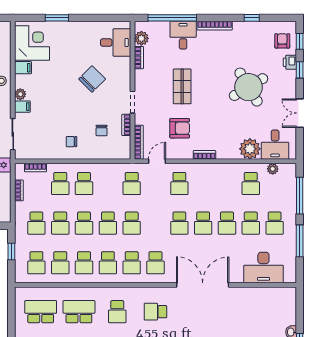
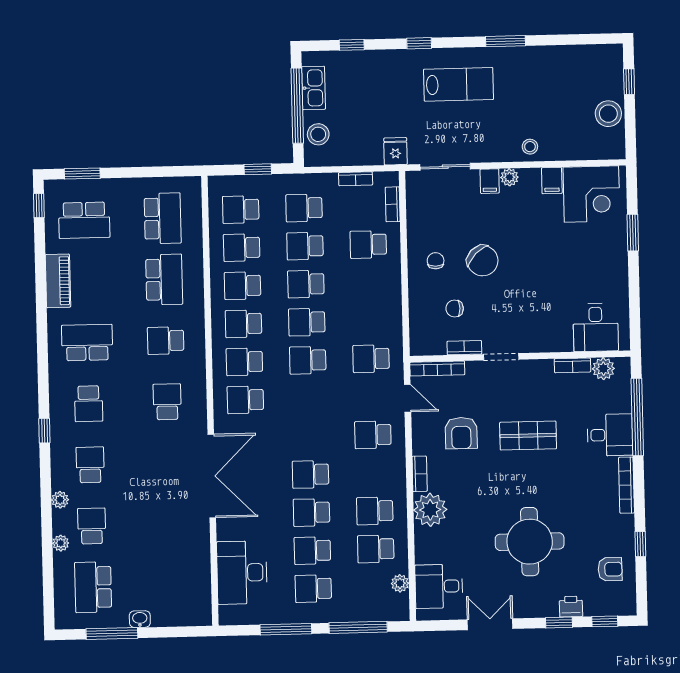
armchair: (282, 41) -> (610, 569), moved
chair: (92, 79) -> (483, 261), moved
round table: (249, 87) -> (530, 542), turned 31
plant: (250, 149) -> (430, 510), moved
school desk: (84, 183) -> (369, 283), removed
school desk: (179, 223) -> (375, 511), moved

